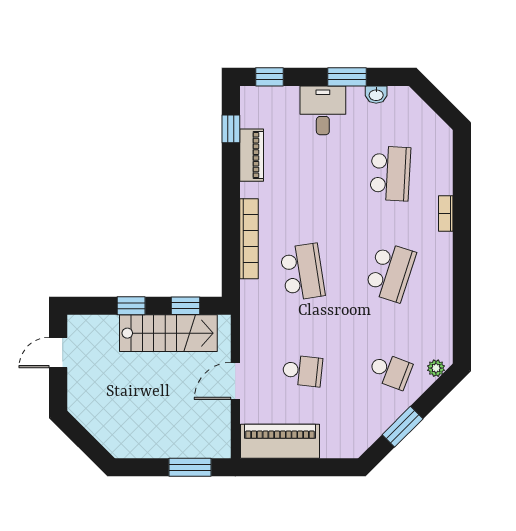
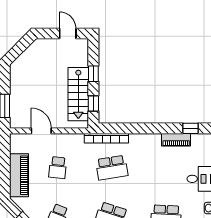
bookcase: (249, 239) -> (106, 138), moved
door: (235, 381) -> (41, 131), moved
piano: (280, 441) -> (19, 175), moved

